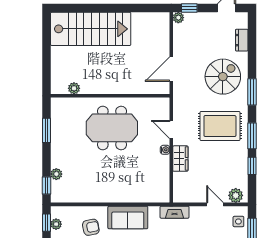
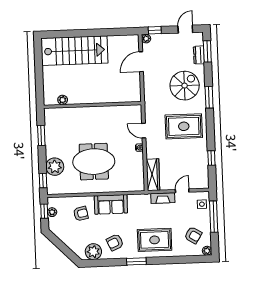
door: (171, 69) -> (141, 62), moved
meeting table: (112, 128) -> (94, 162), moved
window: (252, 136) -> (207, 51), moved
wardrobe: (180, 159) -> (153, 175), moved, width x1.50
plant: (56, 174) -> (55, 167), width x1.88, depth x1.88
plant: (236, 195) -> (199, 183), removed
door: (215, 204) -> (182, 191), hinge flipped
fireplace: (175, 212) -> (163, 198), moved

